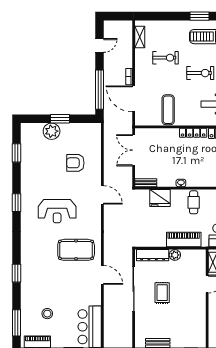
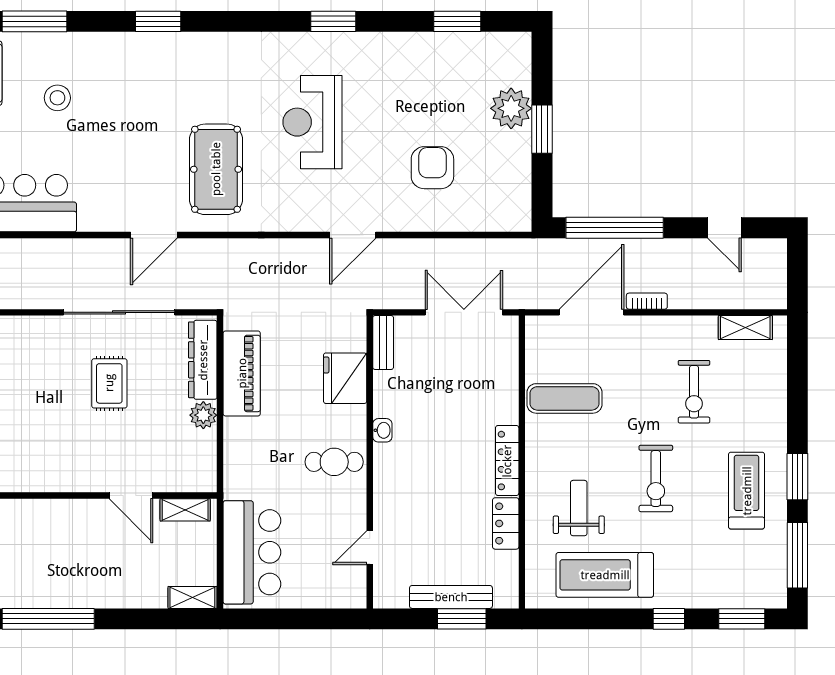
piano: (184, 240) -> (242, 373), moved
rug: (162, 293) -> (109, 383), turned 90

